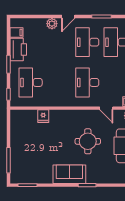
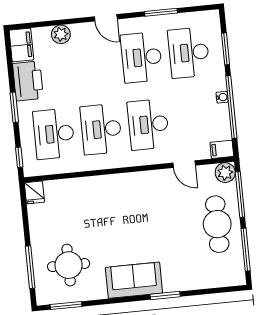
door: (68, 16) -> (106, 18), hinge flipped
plant: (52, 24) -> (61, 34), moved
filing cabinet: (16, 32) -> (21, 45), width x2.00
desk: (59, 82) -> (101, 129), added
fridge: (43, 116) -> (34, 192), moved
round table: (88, 141) -> (69, 265), moved

